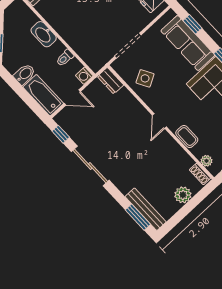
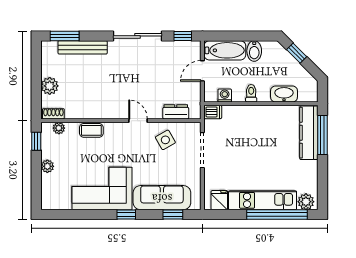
washbasin: (44, 34) -> (284, 94), moved
toilet: (65, 58) -> (251, 93), moved
dishwasher: (94, 63) -> (213, 112), added
washing machine: (84, 76) -> (225, 95), moved
dresser: (110, 81) -> (176, 112), moved
door: (159, 121) -> (138, 121), moved
bench: (146, 209) -> (83, 47), moved

